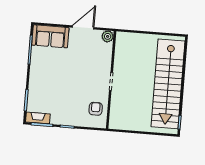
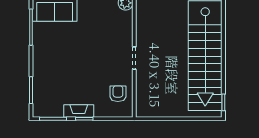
fireplace: (38, 118) -> (79, 111), moved

